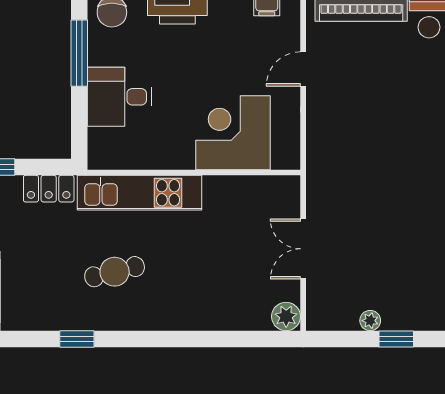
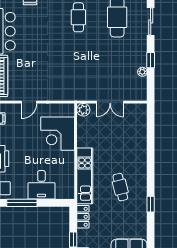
door: (303, 69) -> (29, 102), hinge flipped
plant: (286, 316) -> (83, 110), moved

